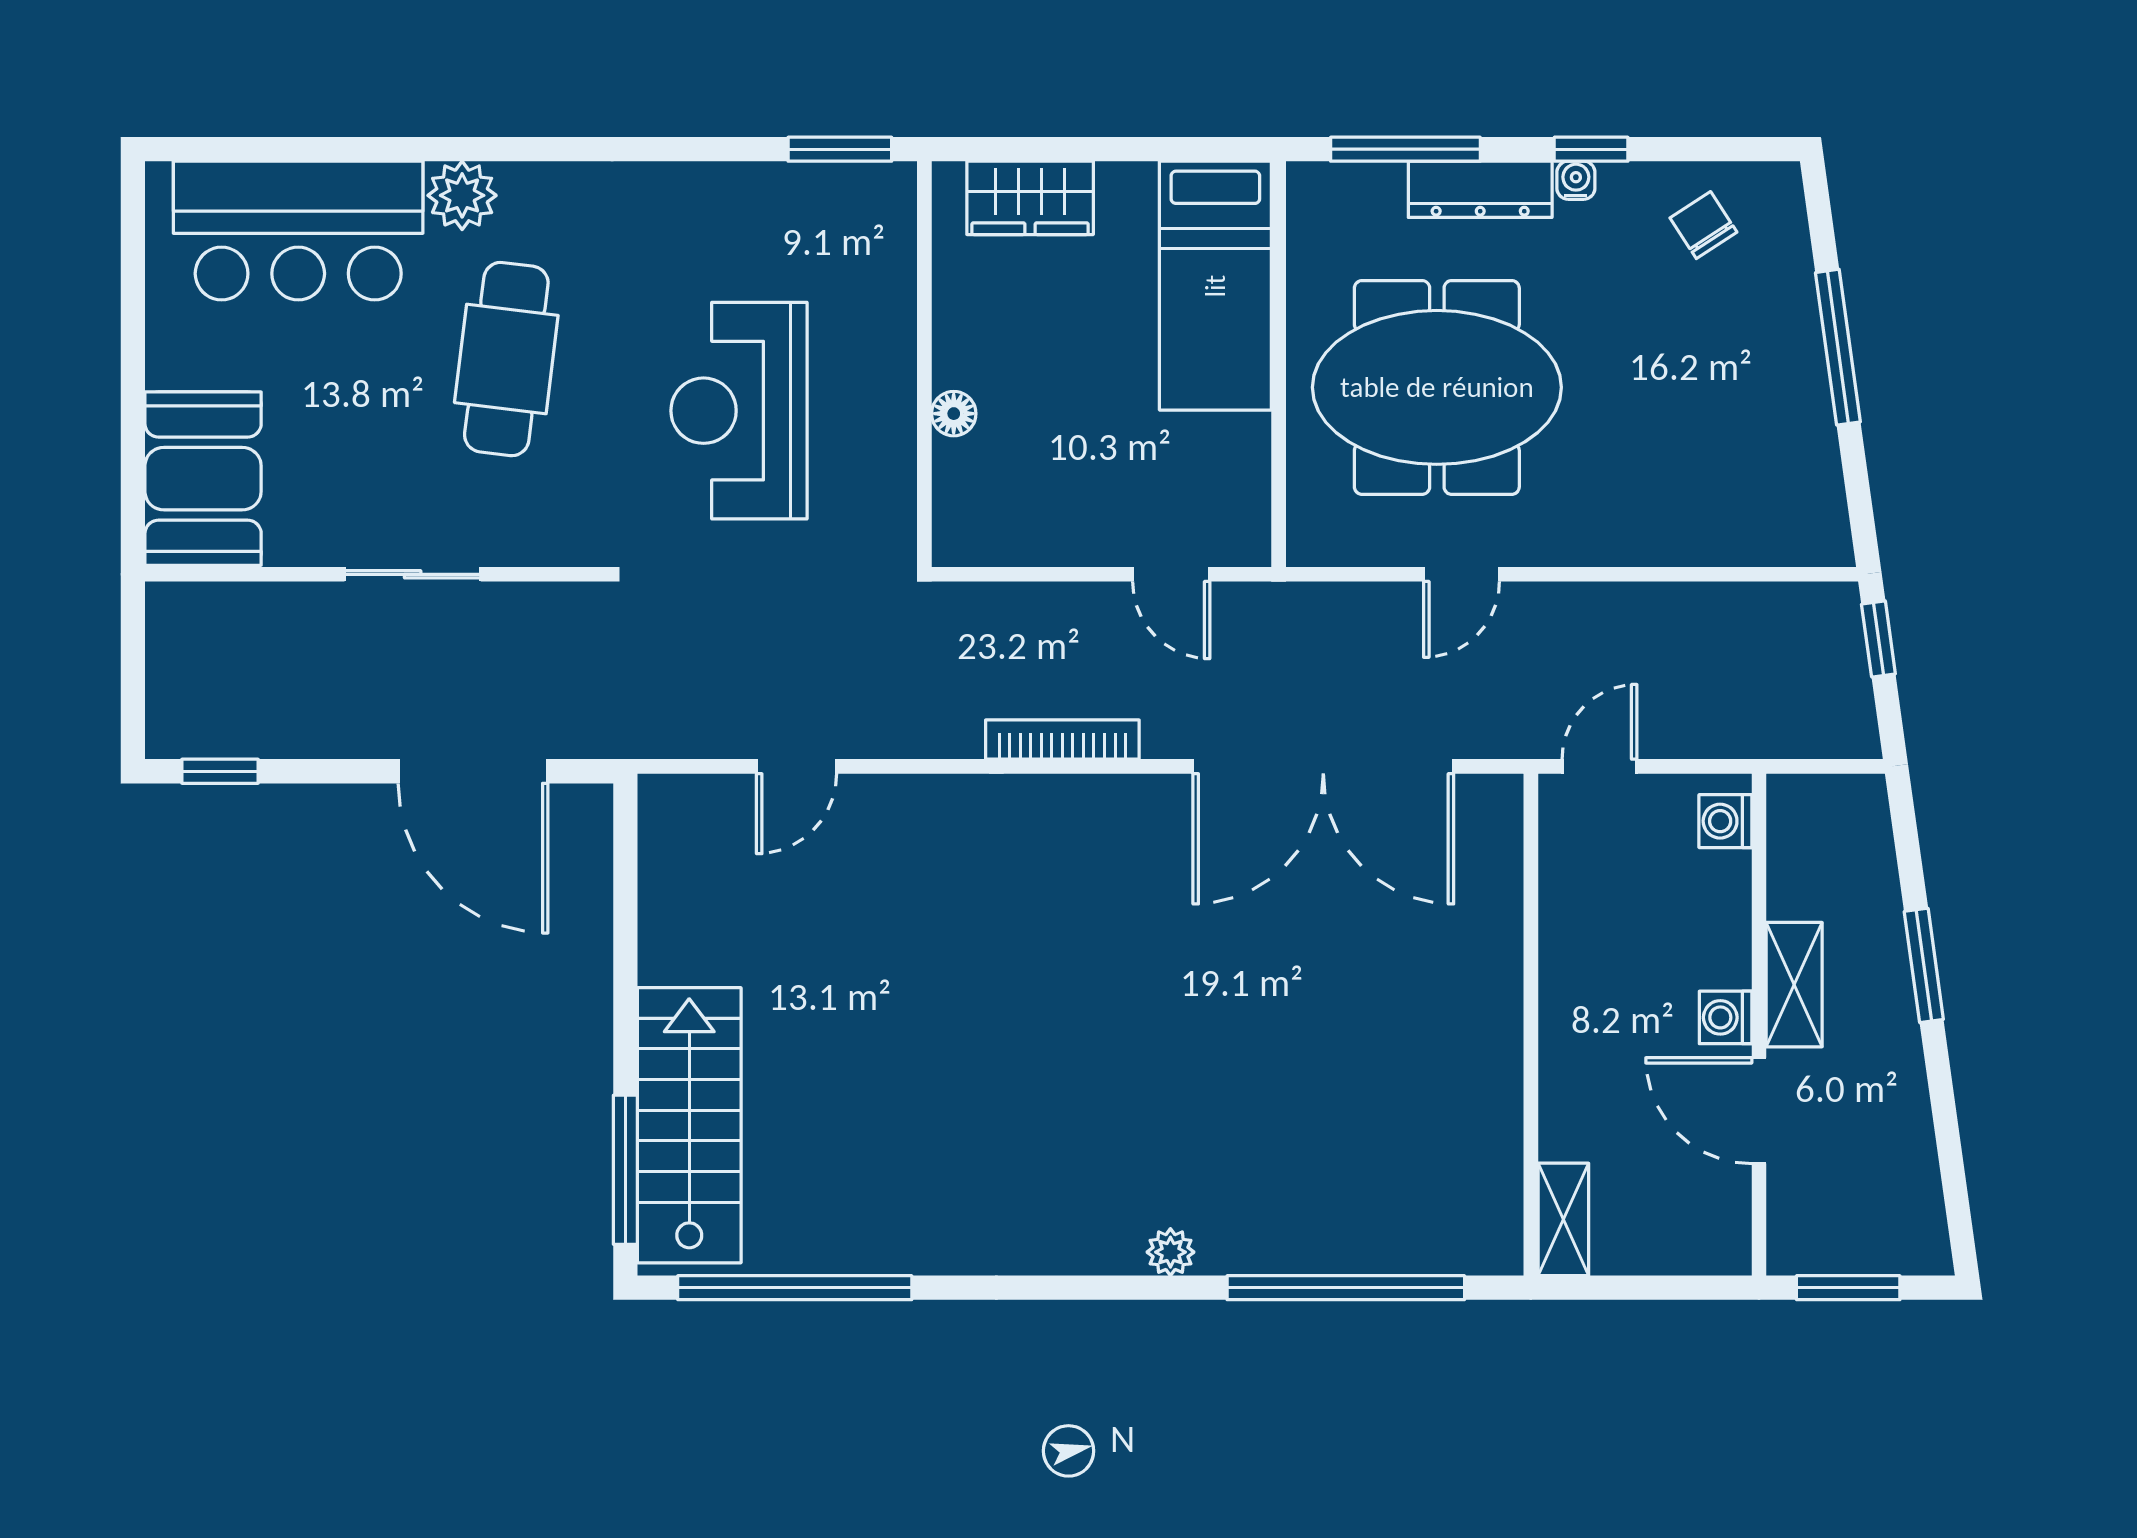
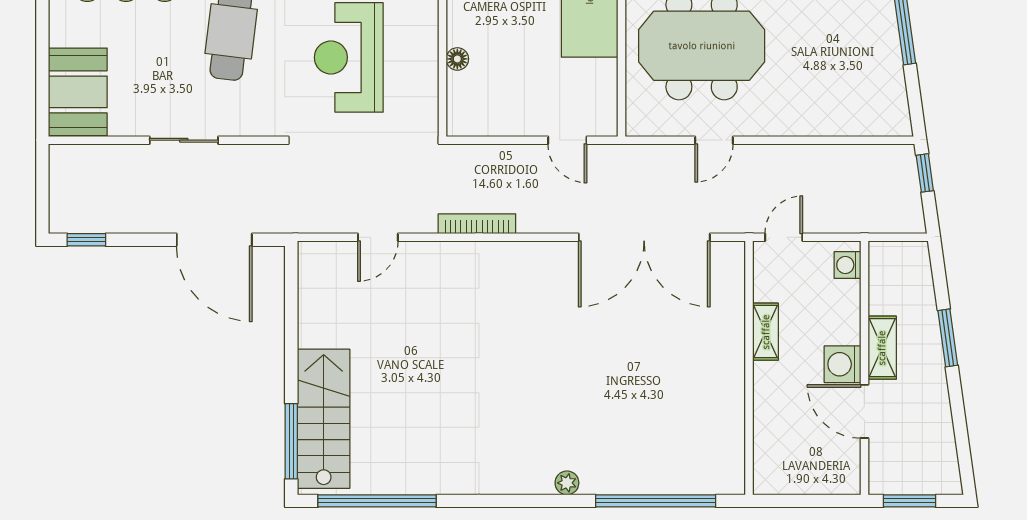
bookcase: (1062, 740) -> (477, 224), moved
washing machine: (1726, 1017) -> (842, 364), width x1.38, depth x1.38
shelving: (1563, 1219) -> (766, 332), moved

